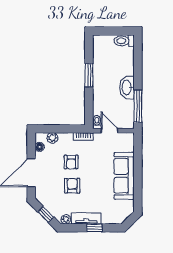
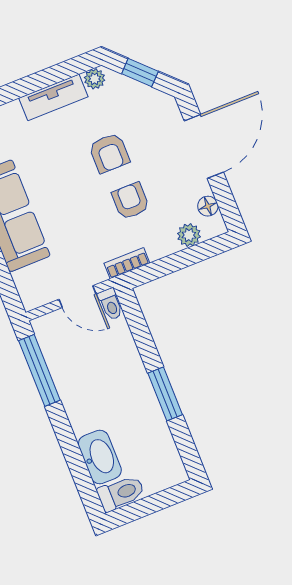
washbasin: (127, 87) -> (100, 457), moved
window: (94, 228) -> (29, 85), removed

